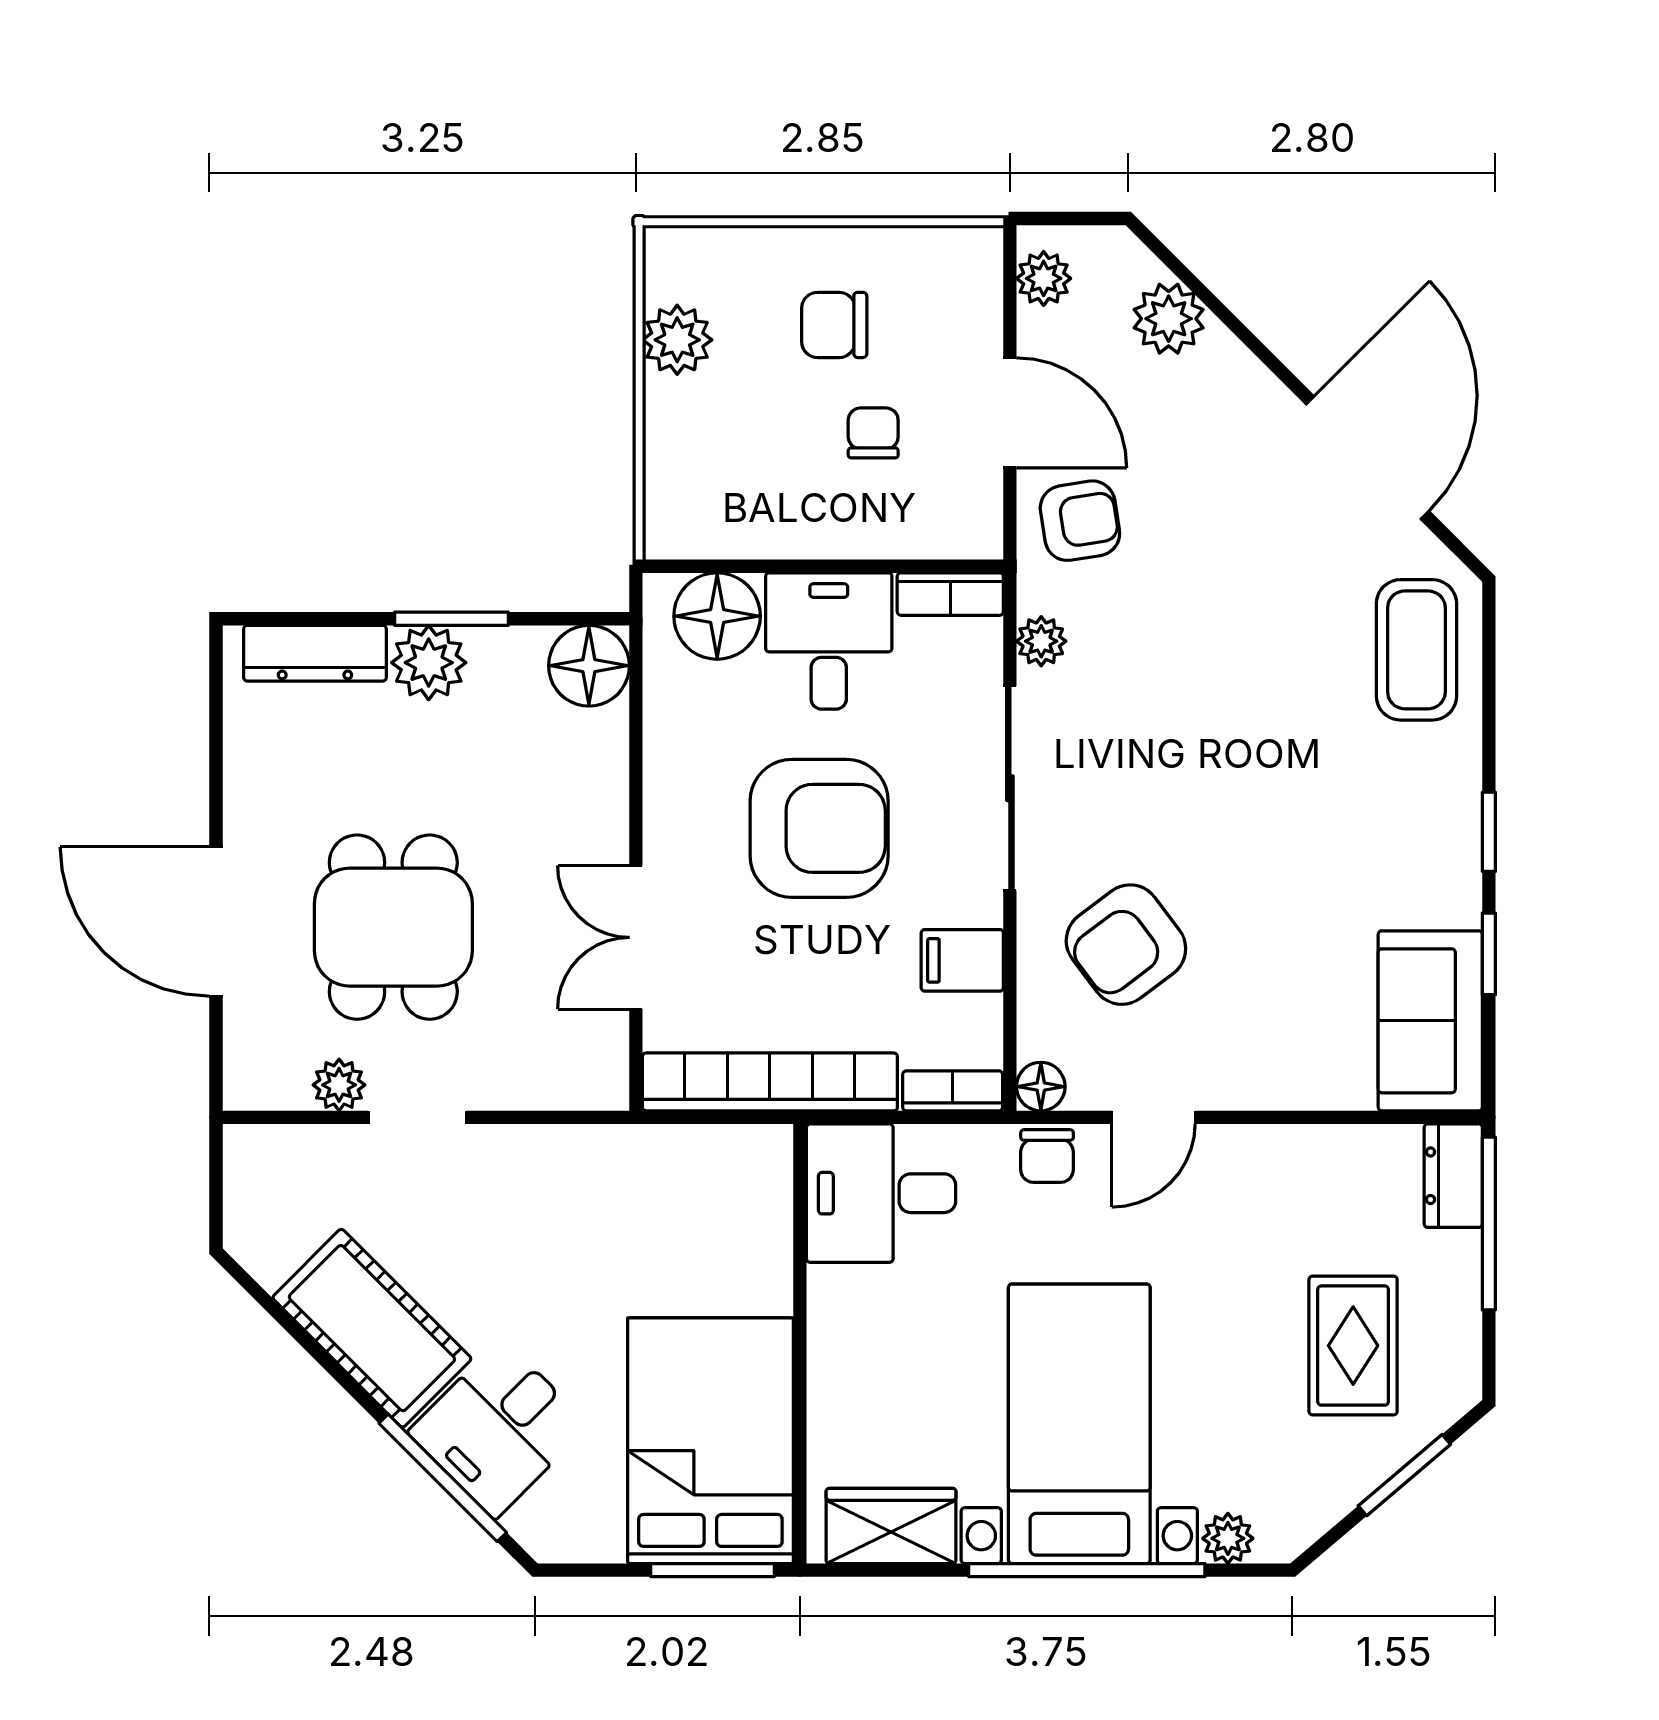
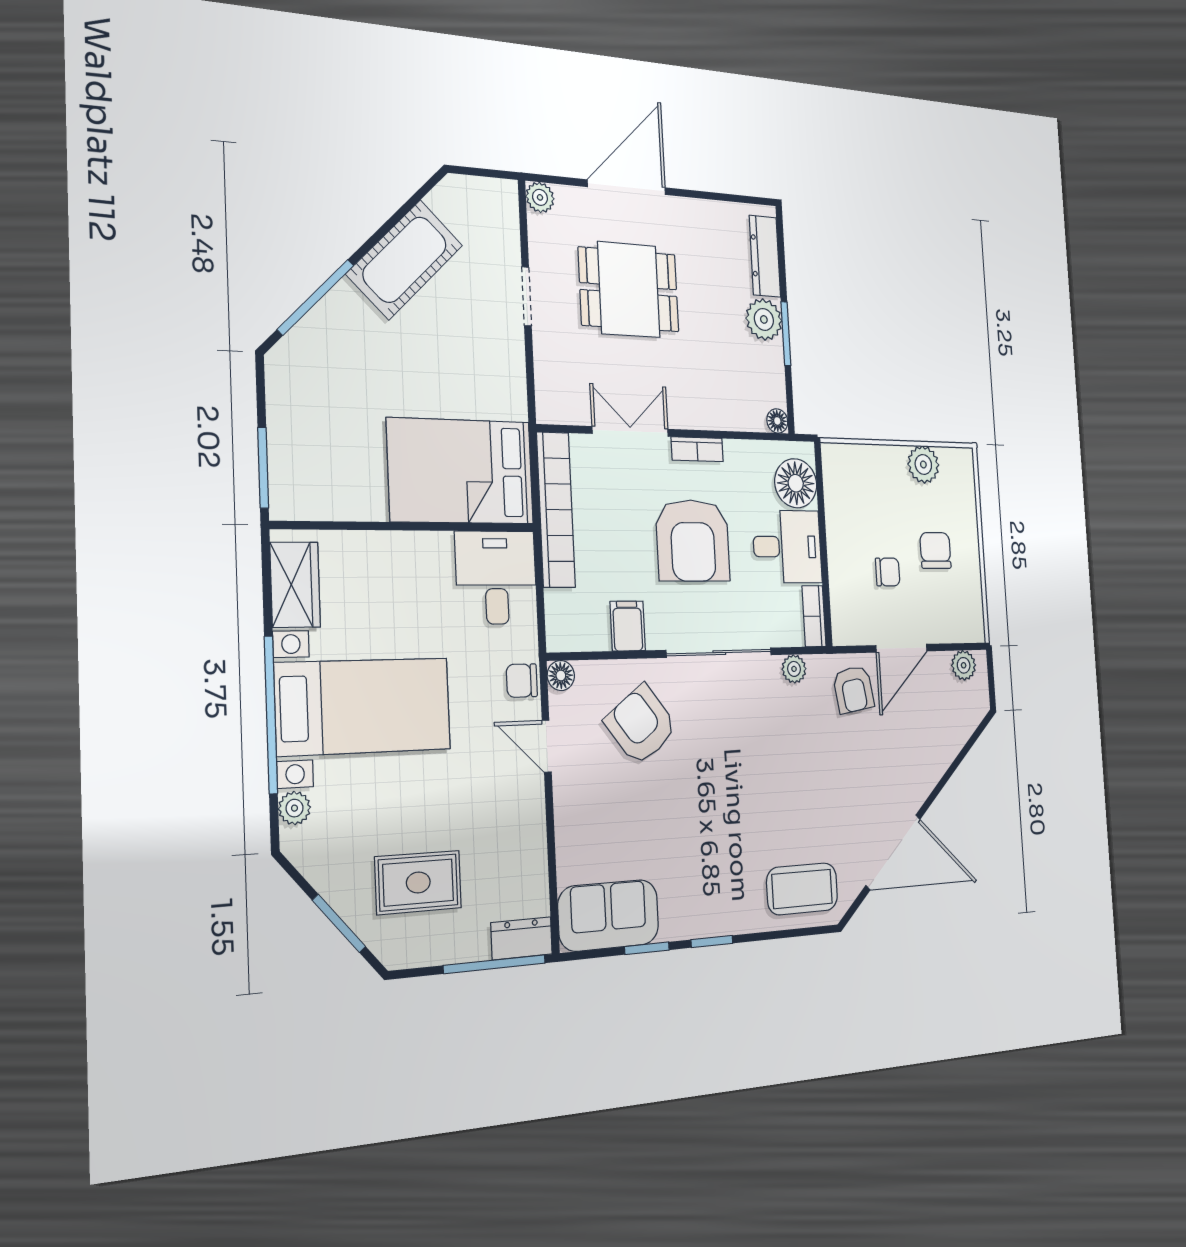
plant: (1169, 319) -> (950, 735), removed
floor lamp: (589, 666) -> (777, 421), width x0.53, depth x0.53
plant: (339, 1085) -> (540, 197), moved
bookcase: (953, 1091) -> (697, 449), moved, turned 90
desk: (499, 1429) -> (347, 334), removed
bed: (710, 1441) -> (461, 471), moved, turned 180

